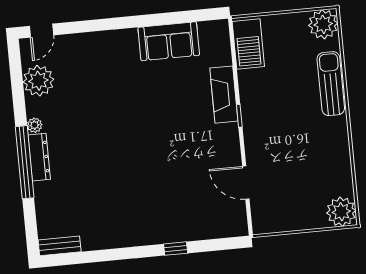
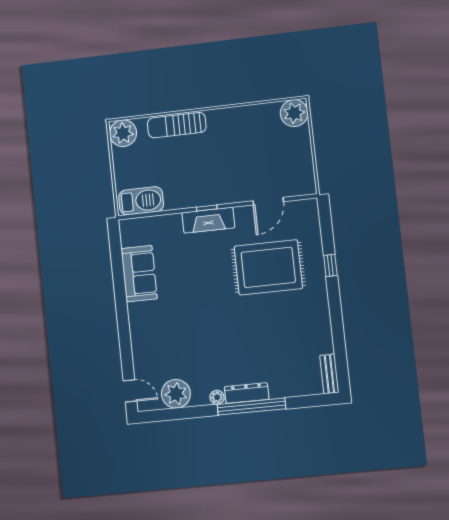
fireplace: (224, 95) -> (208, 220), moved
rug: (174, 182) -> (268, 267), added

